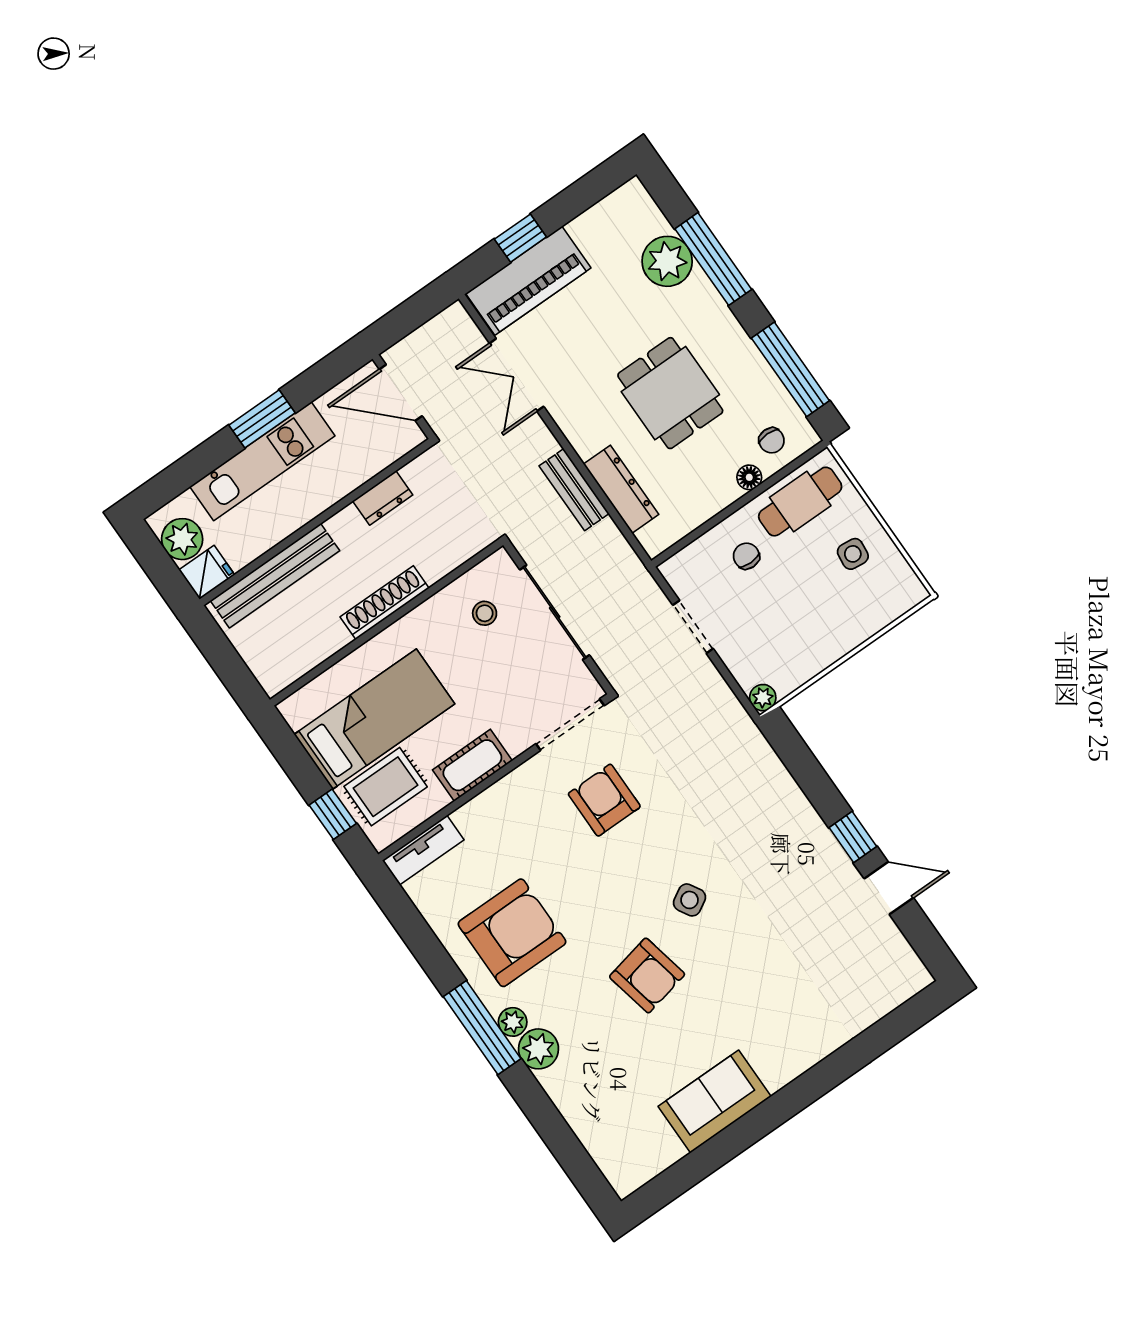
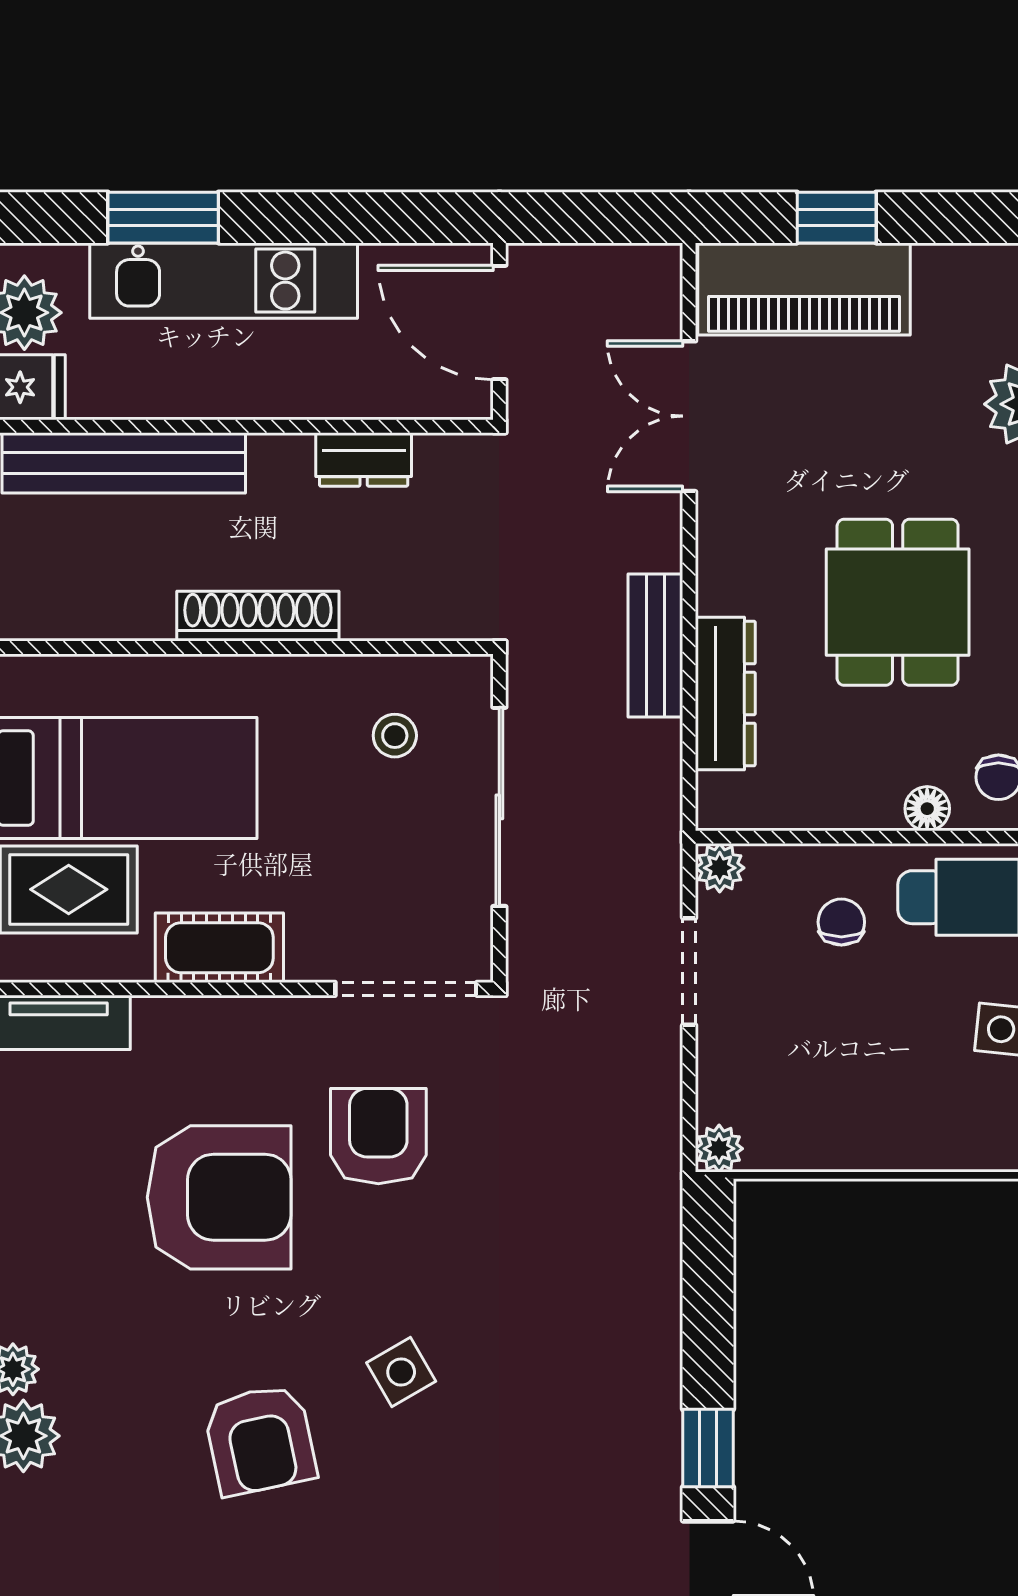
window: (262, 419) -> (163, 218), moved
plant: (674, 570) -> (720, 868), added
armchair: (512, 933) -> (219, 1197), moved

